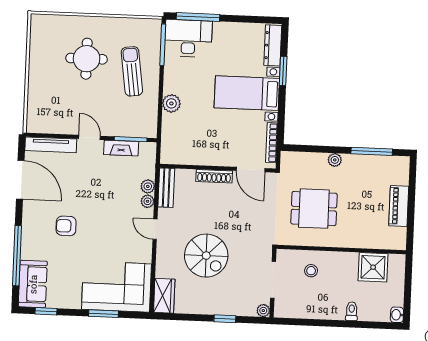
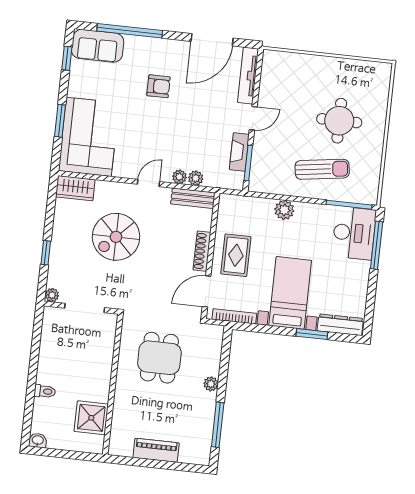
rug: (216, 145) -> (236, 255), added
armchair: (66, 226) -> (158, 86), turned 90
stool: (311, 271) -> (92, 350), removed

